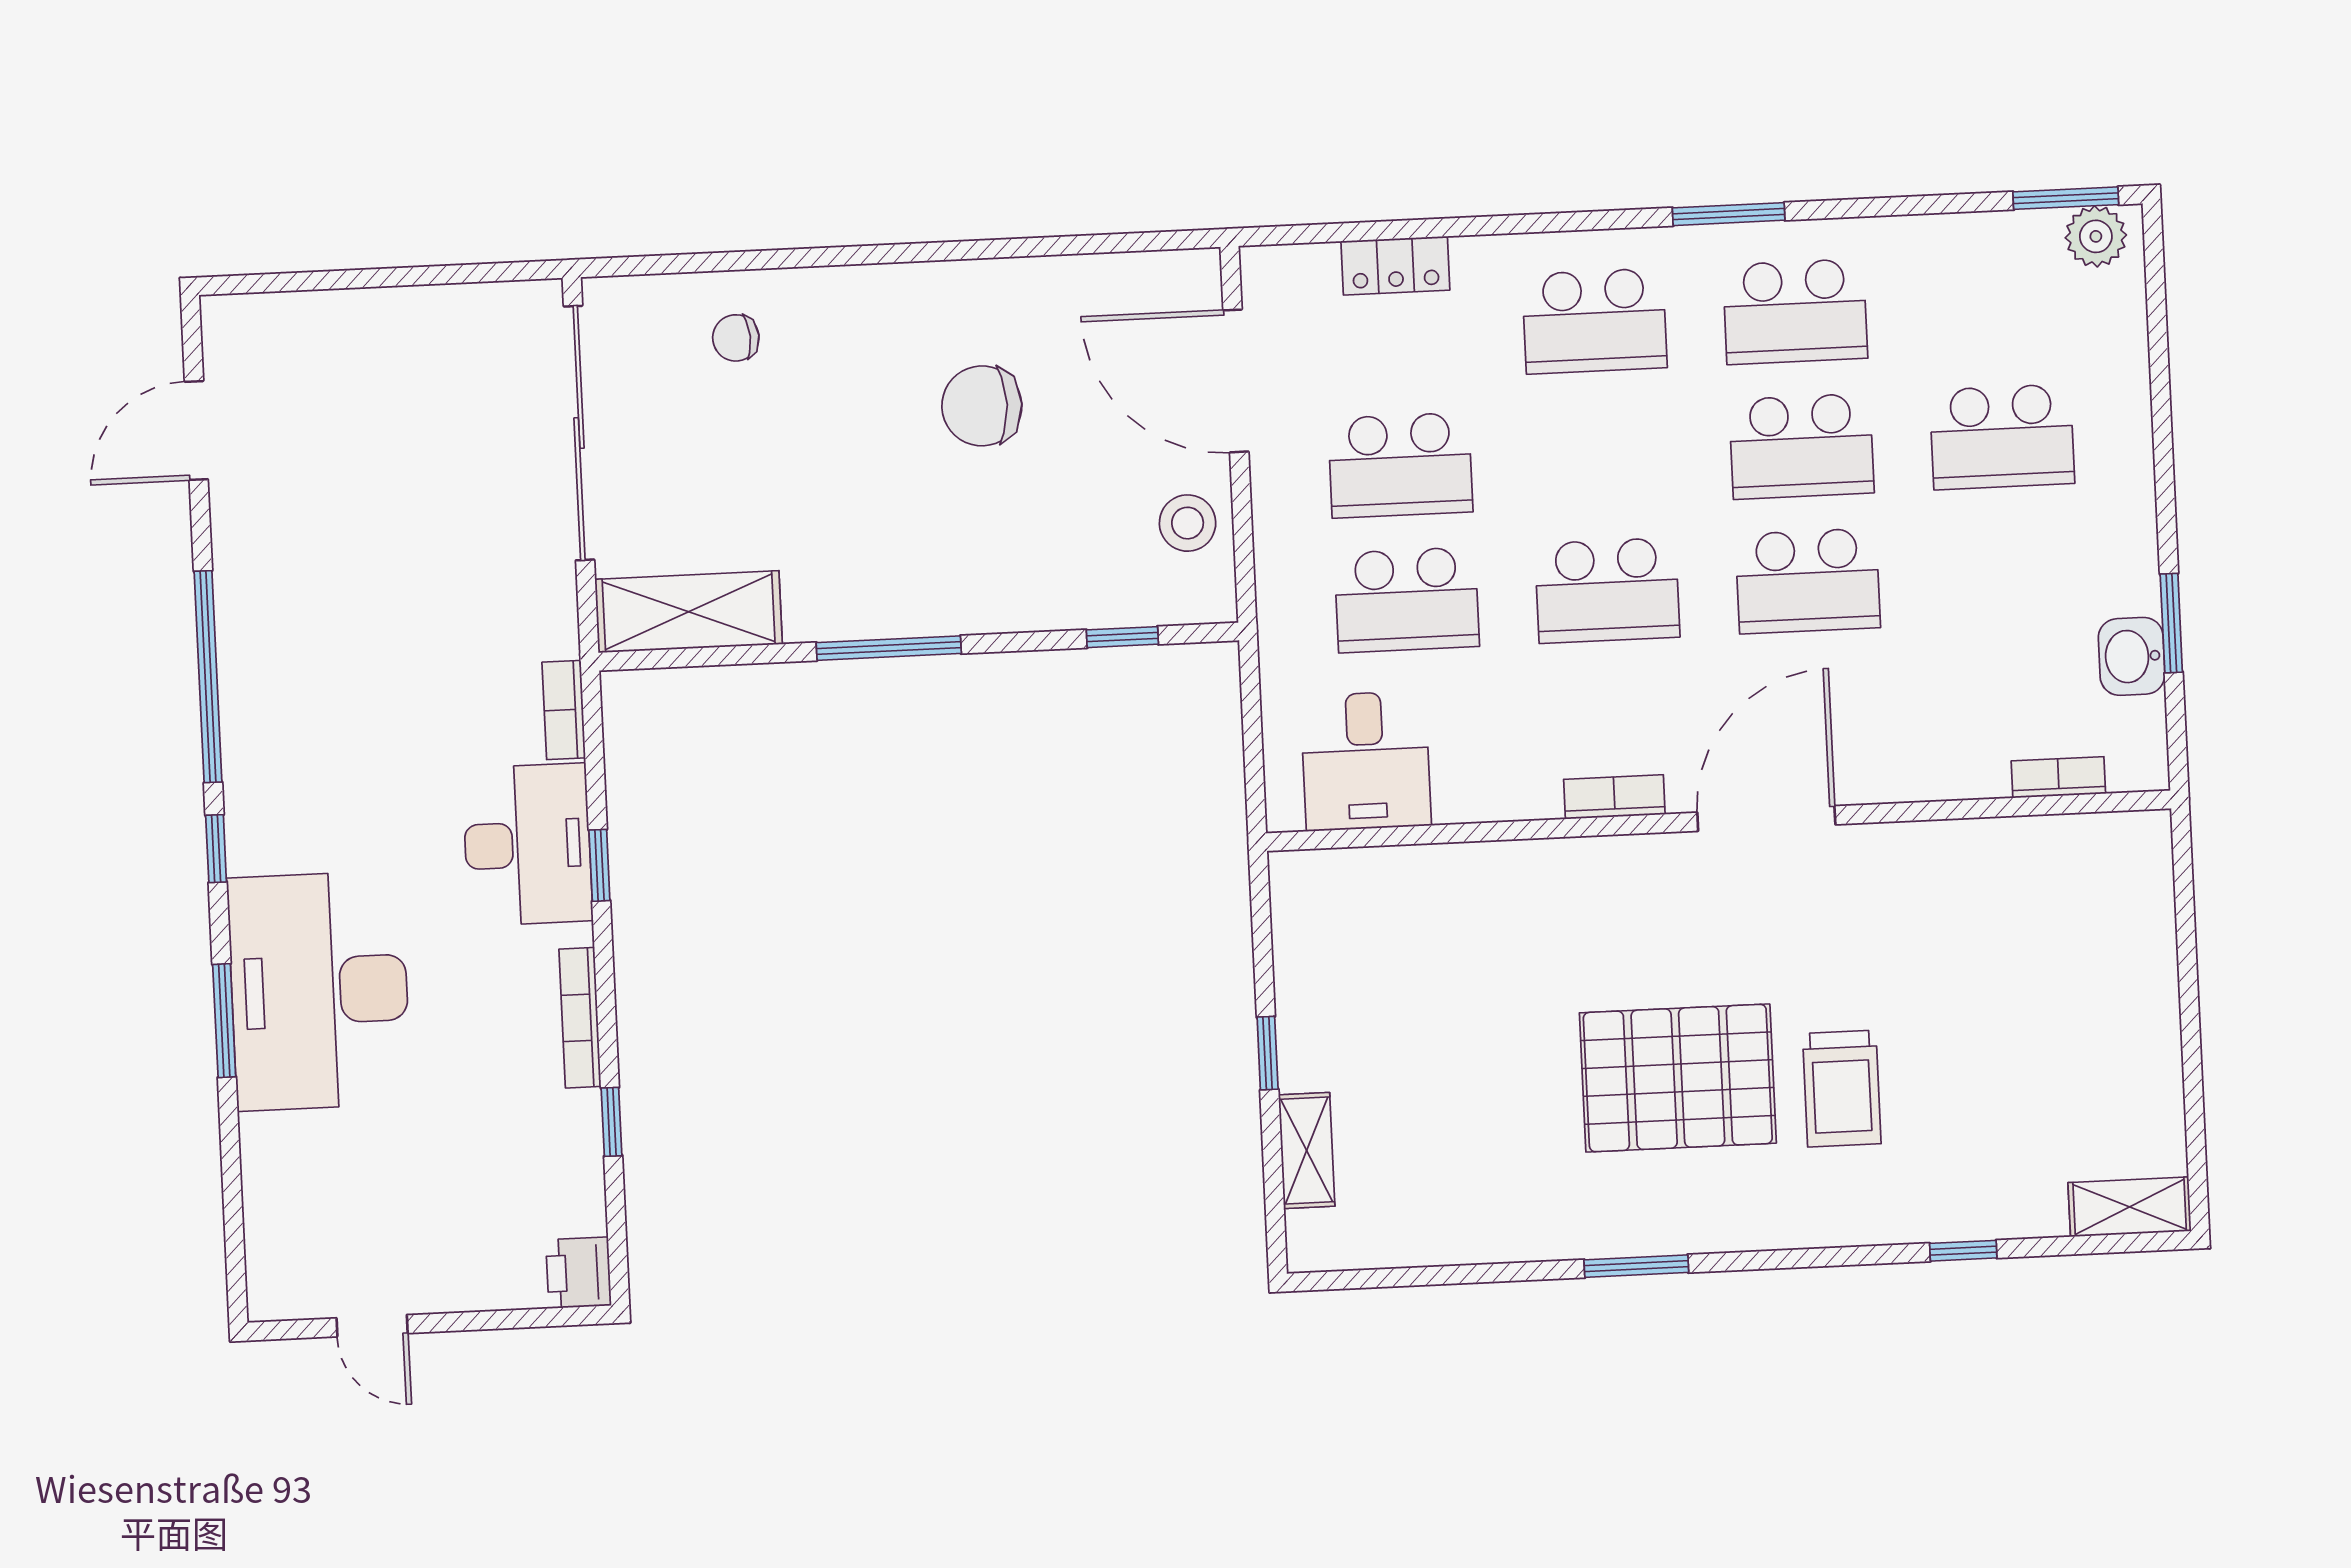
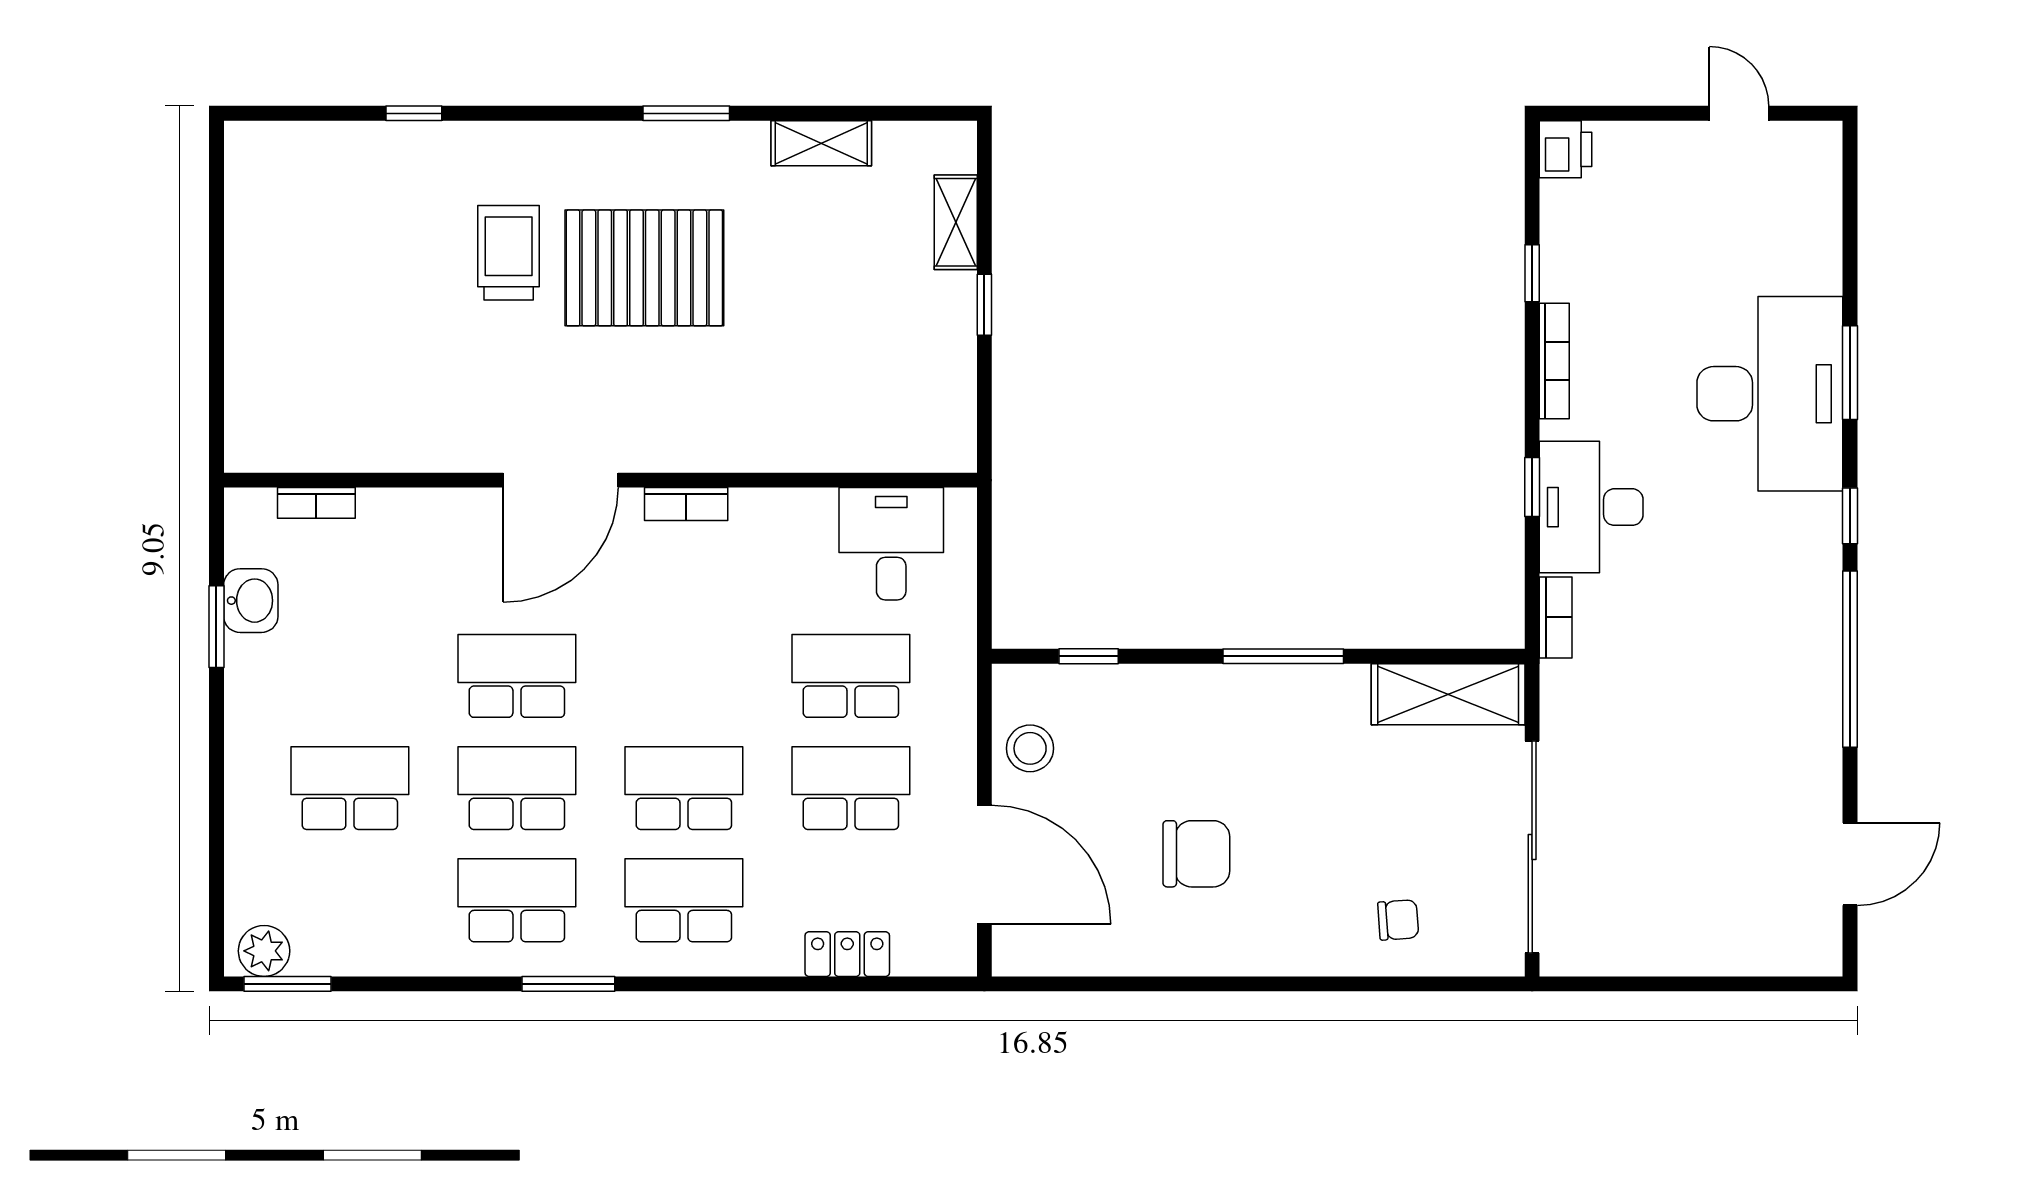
school desk: (1607, 590) -> (684, 788), moved
shelving: (2130, 1207) -> (821, 143), moved

